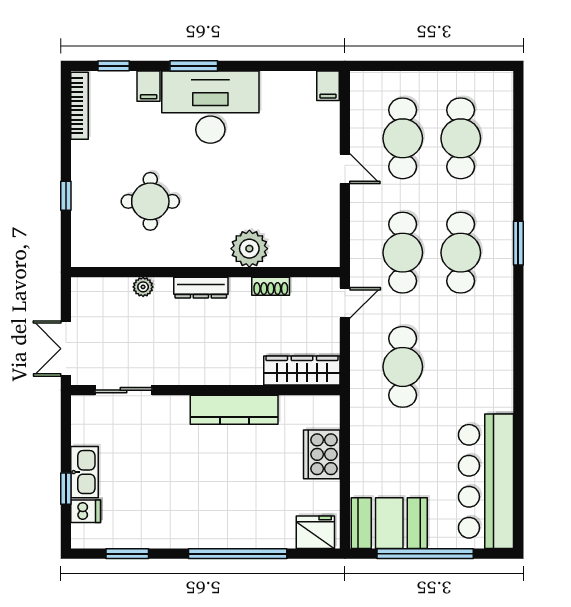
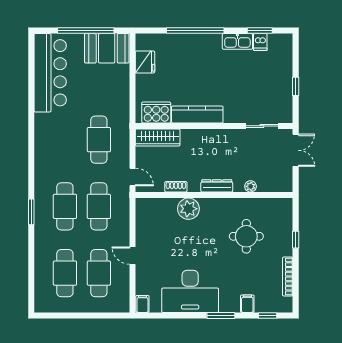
bookcase: (80, 106) -> (288, 276), moved
desk: (210, 107) -> (190, 291), moved
door: (345, 303) -> (133, 177), swing flipped
cooker: (322, 454) -> (156, 112), moved, turned -90
kitchen sink: (84, 472) -> (237, 41), moved, turned -90
window: (66, 489) -> (296, 86), moved
dishwasher: (86, 511) -> (260, 42), moved, turned -90
fridge: (315, 532) -> (145, 62), moved, turned -90

